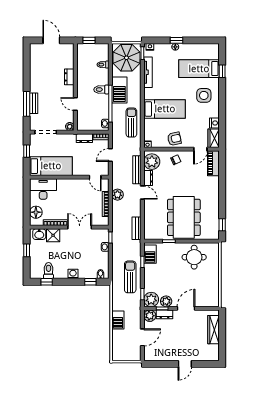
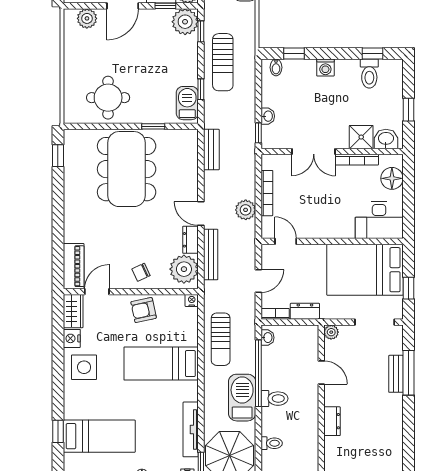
side table: (204, 95) -> (84, 367), moved
bed: (51, 166) -> (365, 270), width x1.50
plant: (166, 301) -> (87, 18), moved

